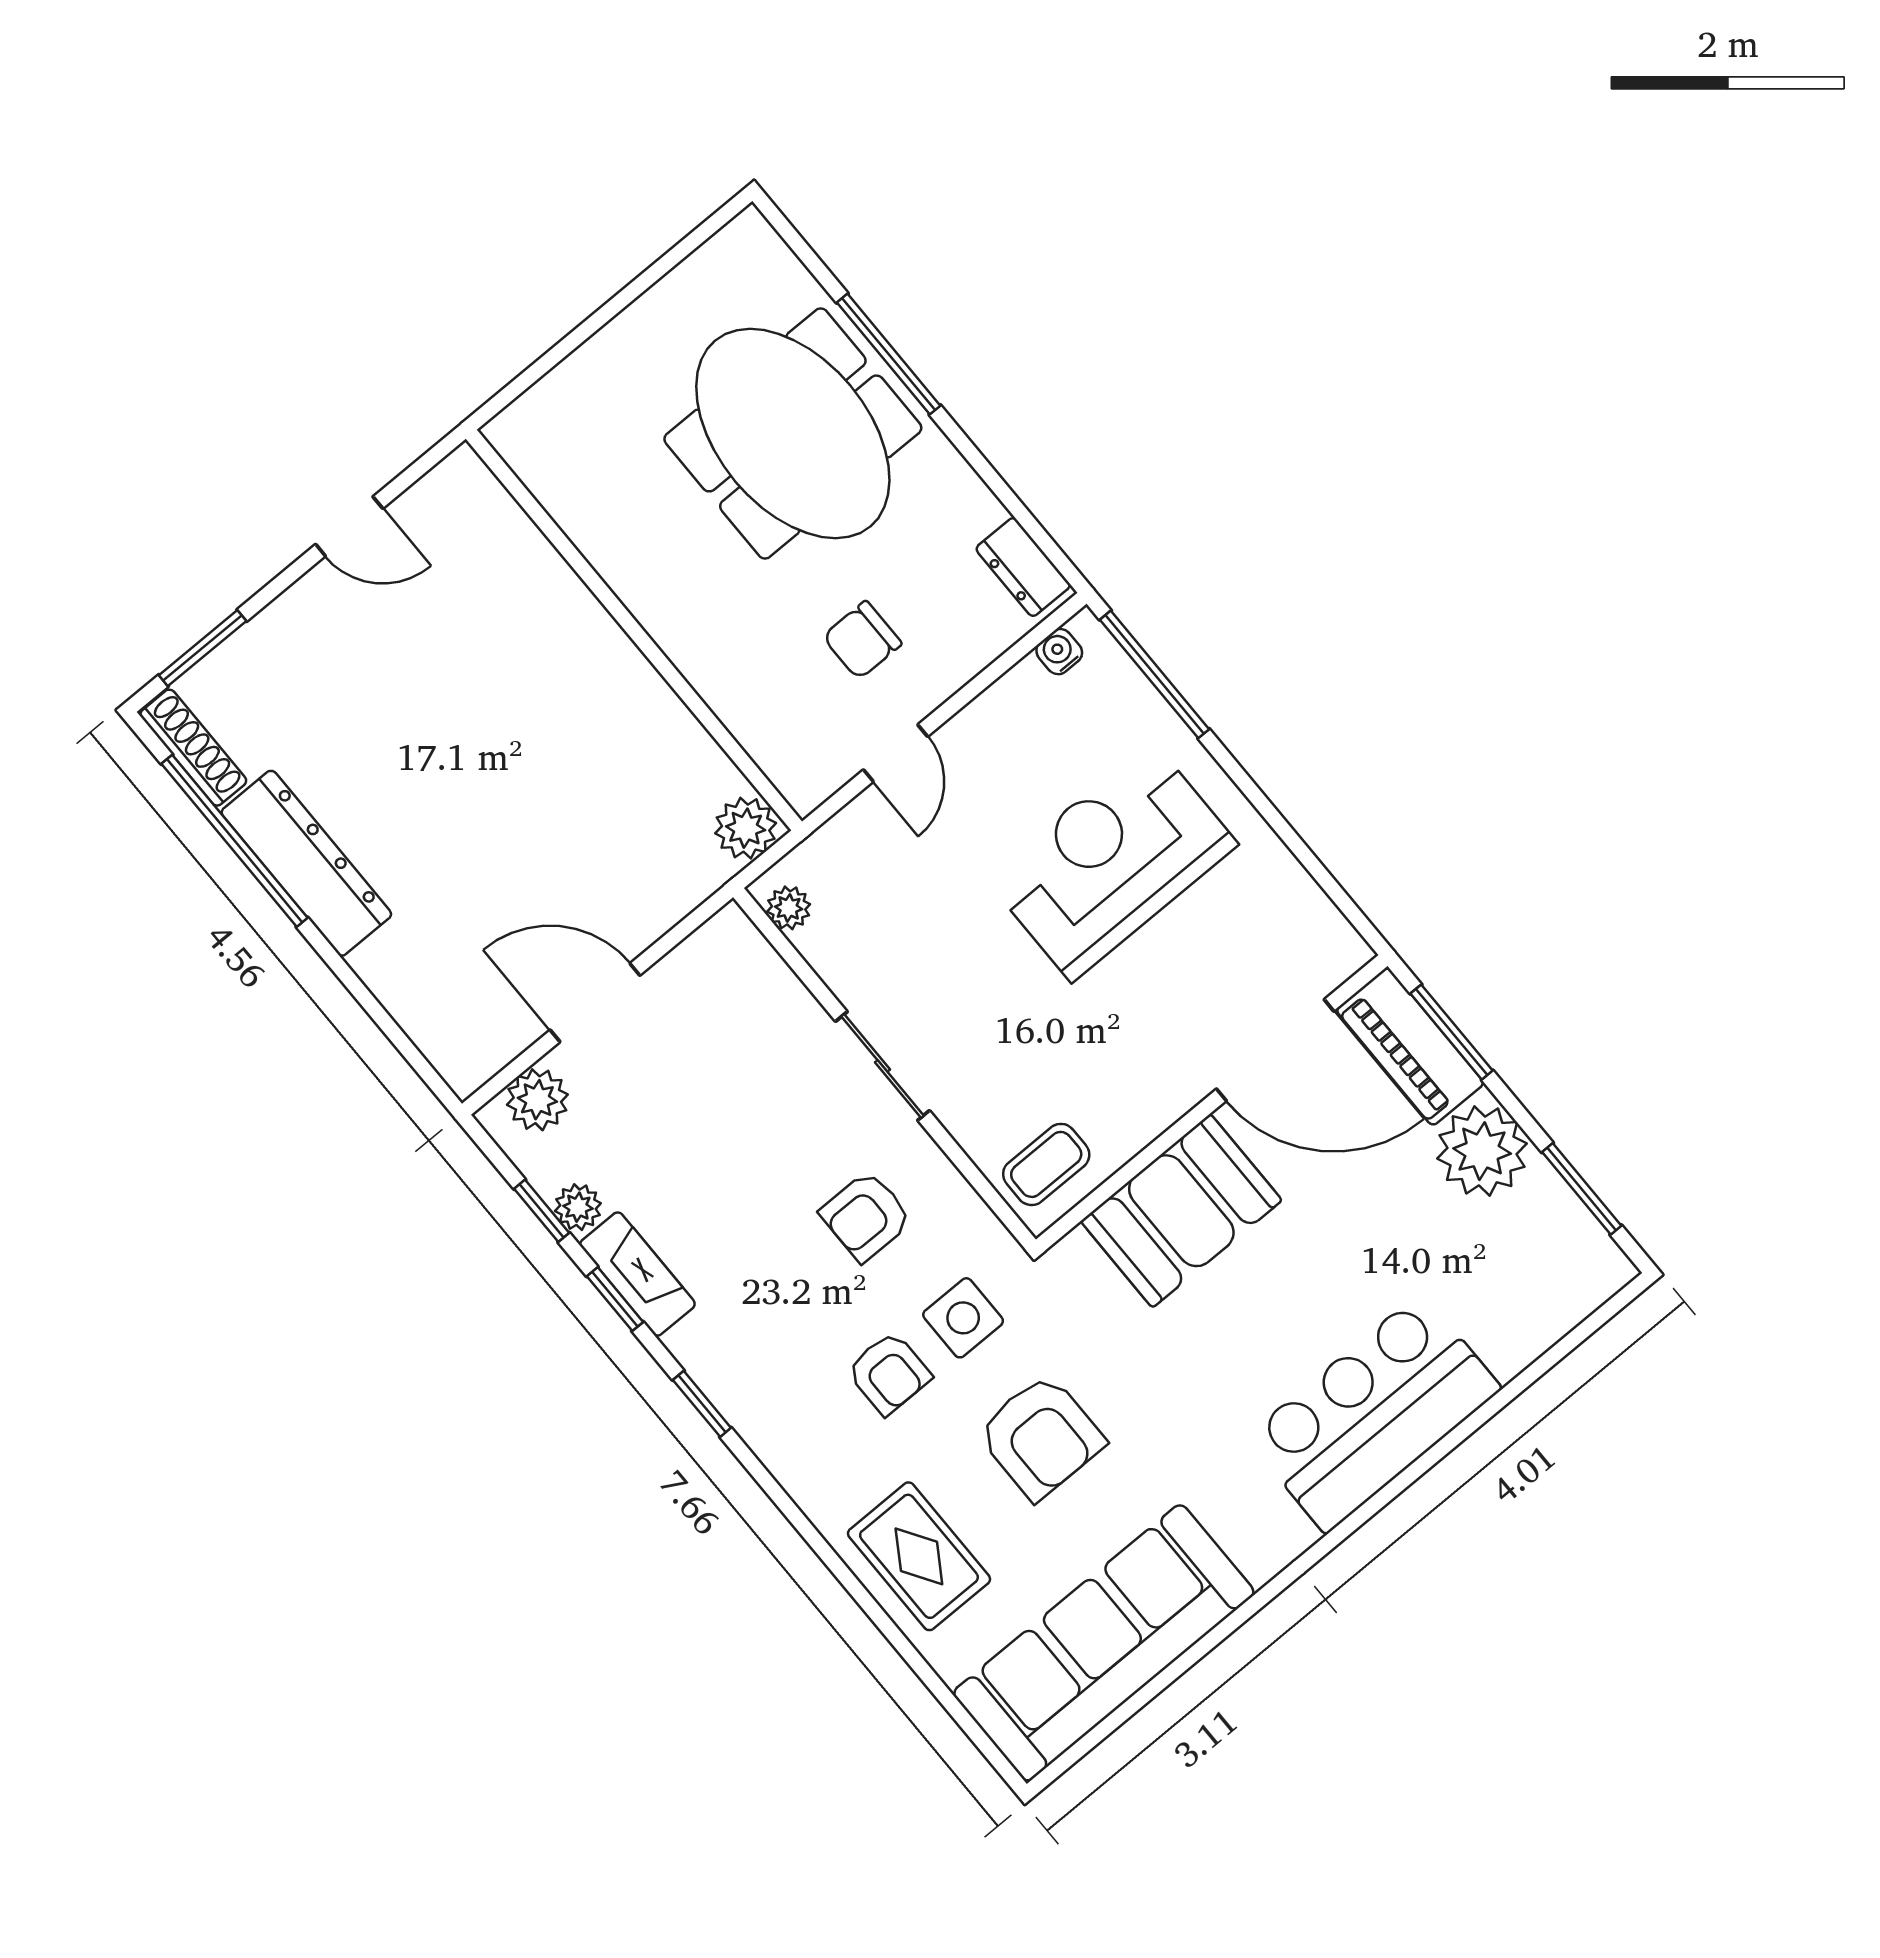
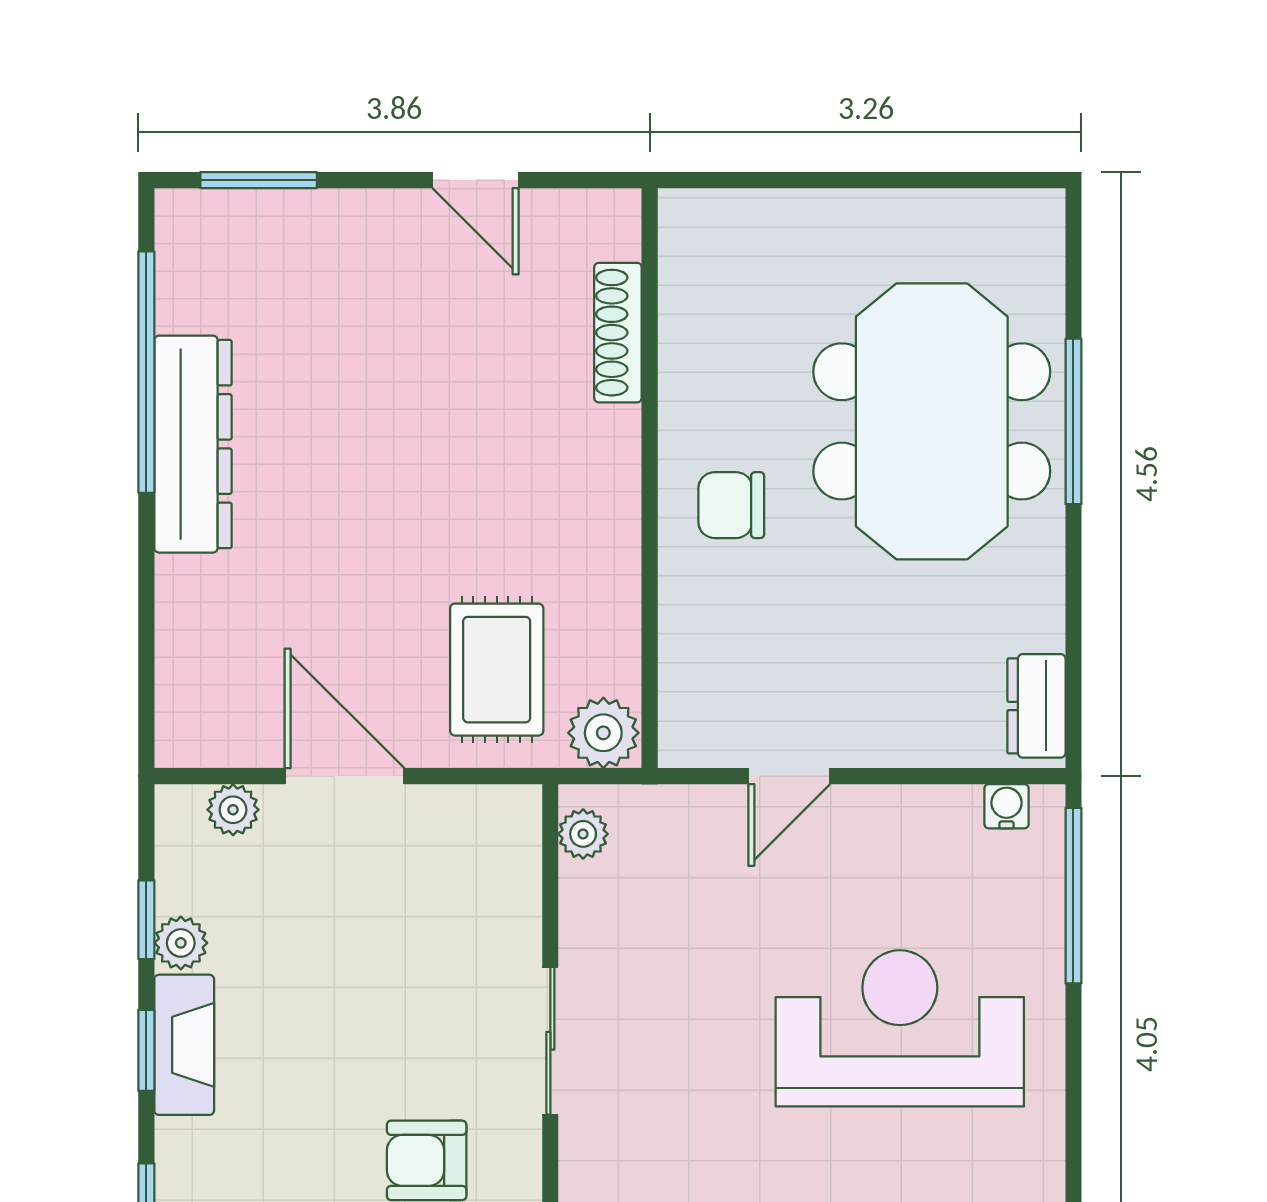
chair: (862, 640) -> (731, 505), moved
shoe rack: (193, 748) -> (618, 333), moved, turned 180
rug: (638, 845) -> (497, 670), added
plant: (537, 1100) -> (233, 810), width x0.73, depth x0.73

